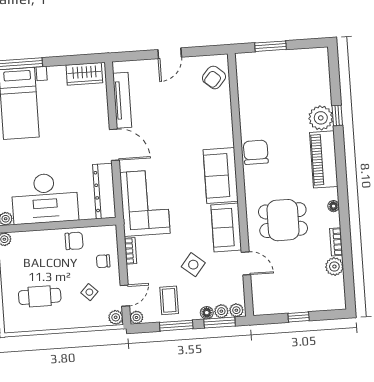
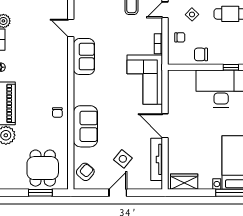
chair: (256, 152) -> (57, 113), width x0.54, depth x0.54
sofa: (221, 176) -> (85, 126), moved
dresser: (104, 191) -> (175, 91), removed
dining table: (283, 220) -> (43, 168), moved, turned 90
window: (34, 227) -> (231, 67), added
side table: (193, 265) -> (123, 159), moved

